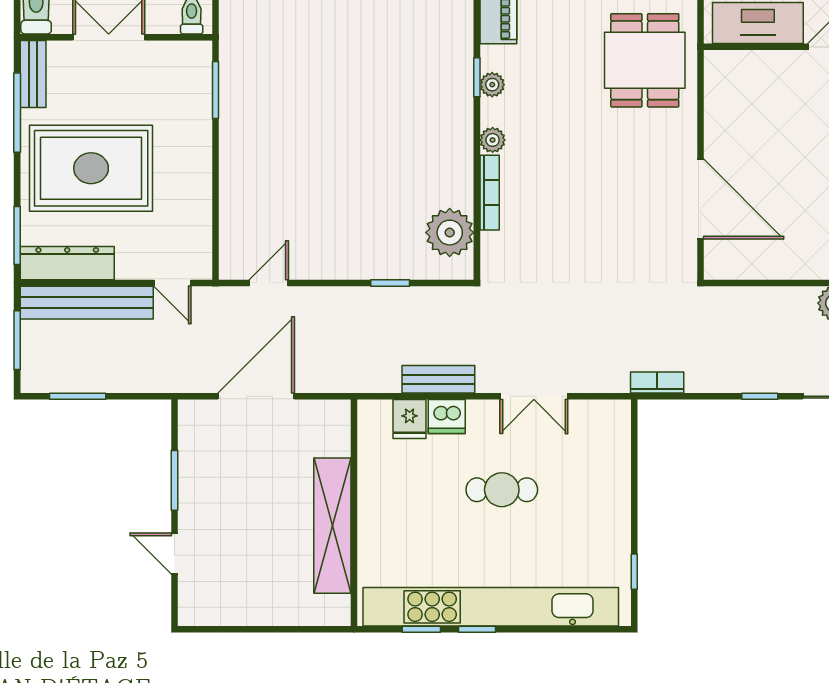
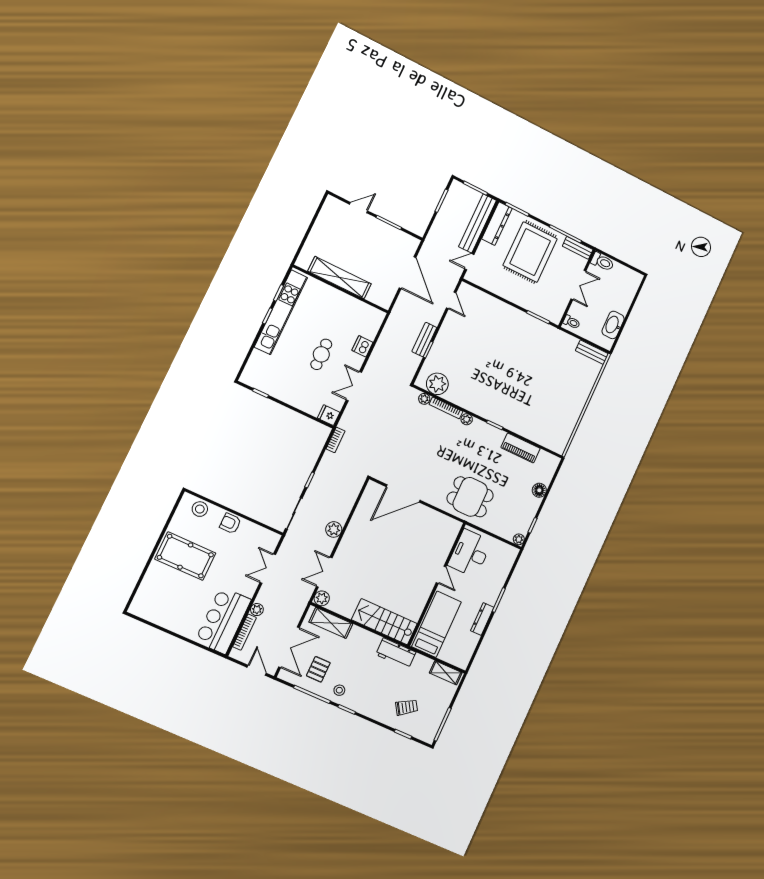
plant: (492, 85) -> (424, 399), moved
bench: (438, 379) -> (424, 340), moved
fridge: (410, 419) -> (329, 415), moved
kitchen unit: (491, 607) -> (281, 312), width x0.73

